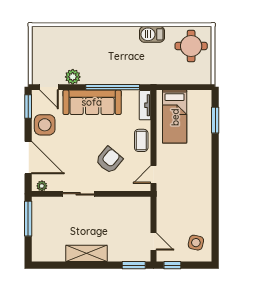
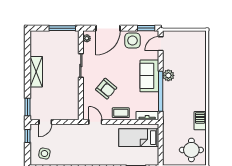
plant: (73, 77) -> (168, 75), moved
sofa: (92, 102) -> (149, 76), width x0.73

